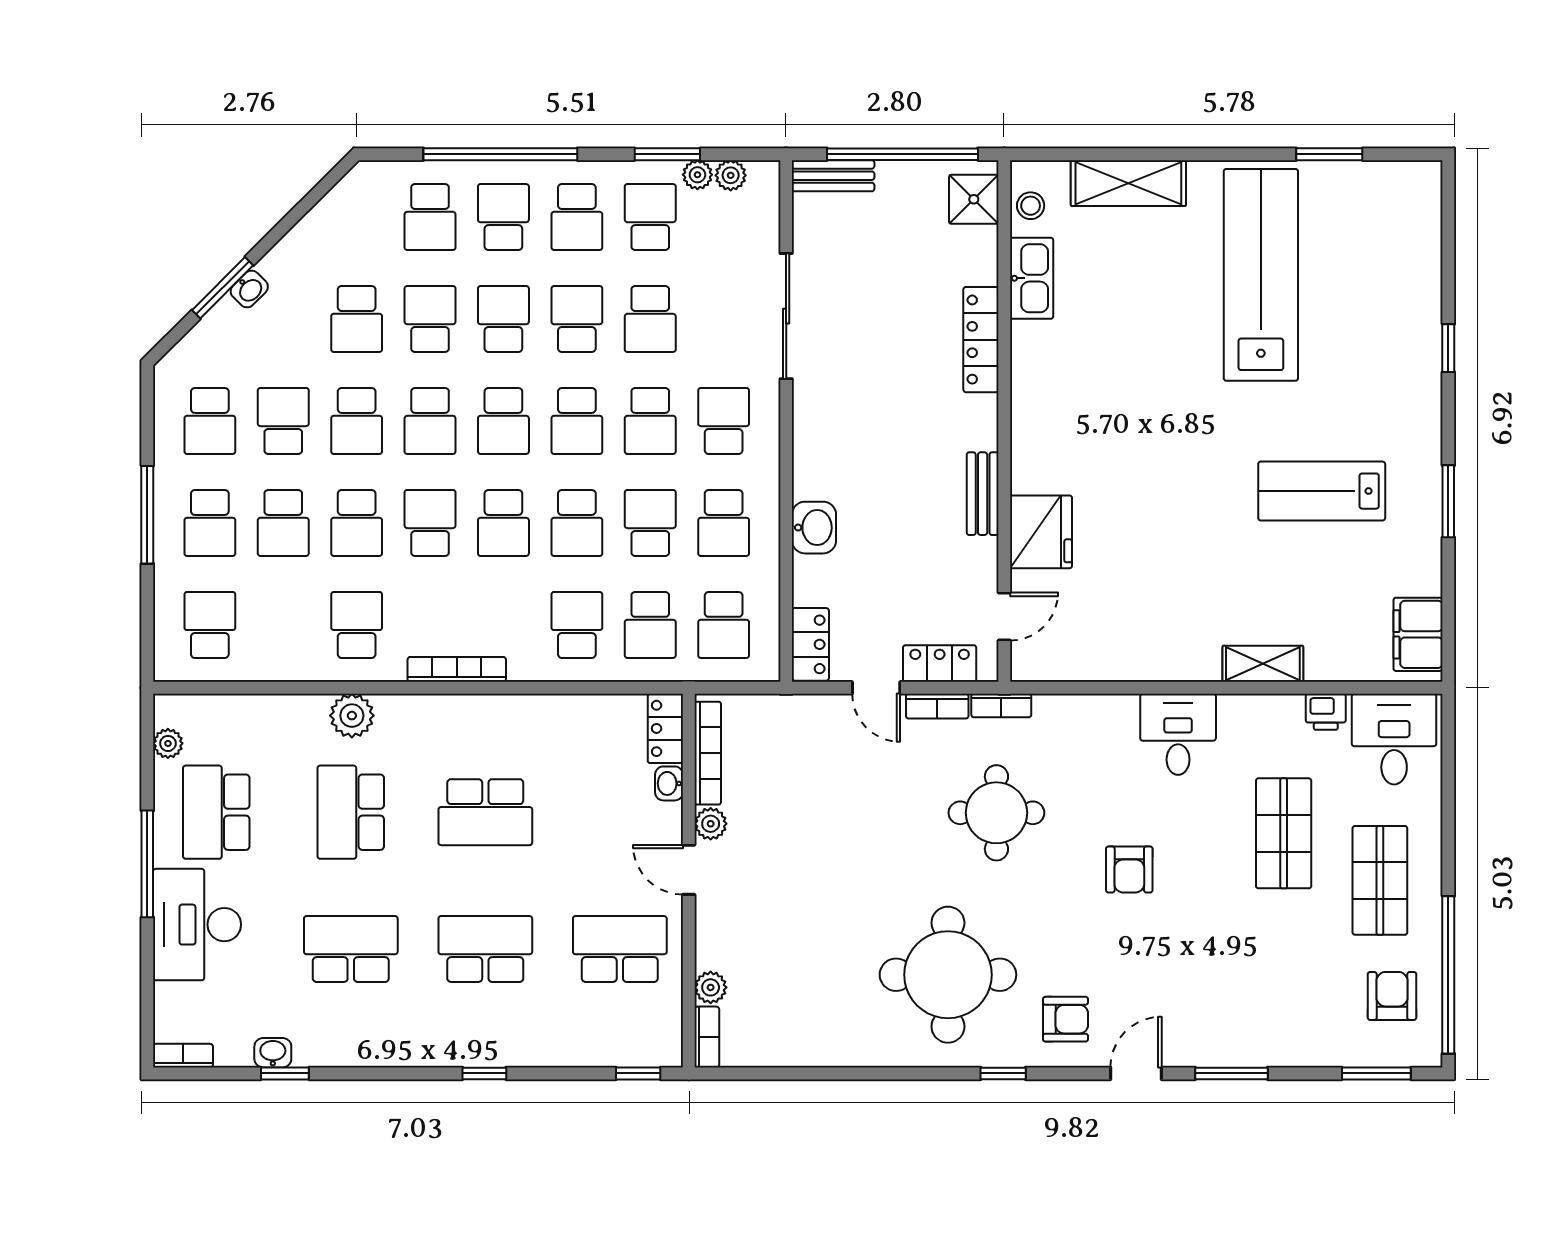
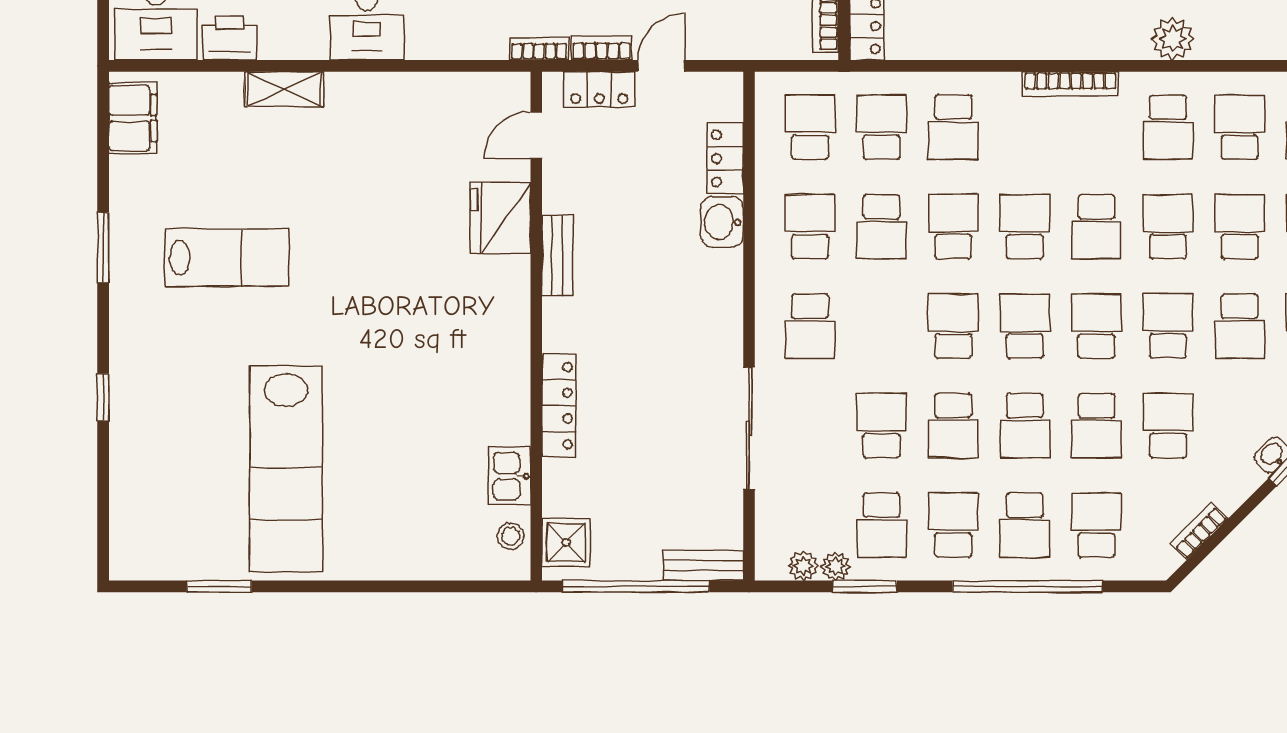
shelving: (1128, 183) -> (415, 558), removed
bookcase: (325, 211) -> (1199, 531), added
kitchen sink: (1032, 278) -> (510, 476), width x0.73
school desk: (650, 421) -> (1240, 127), moved
locker: (810, 644) -> (725, 158), moved
door: (876, 688) -> (661, 66), hinge flipped
printer: (1326, 712) -> (230, 38), width x1.36, depth x1.24

